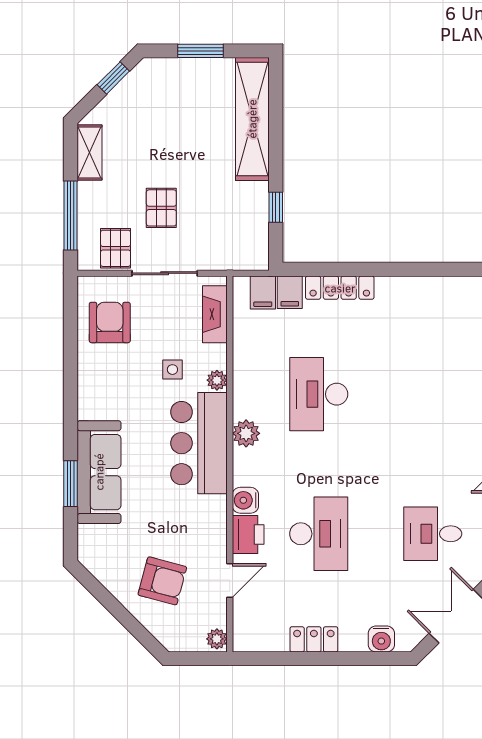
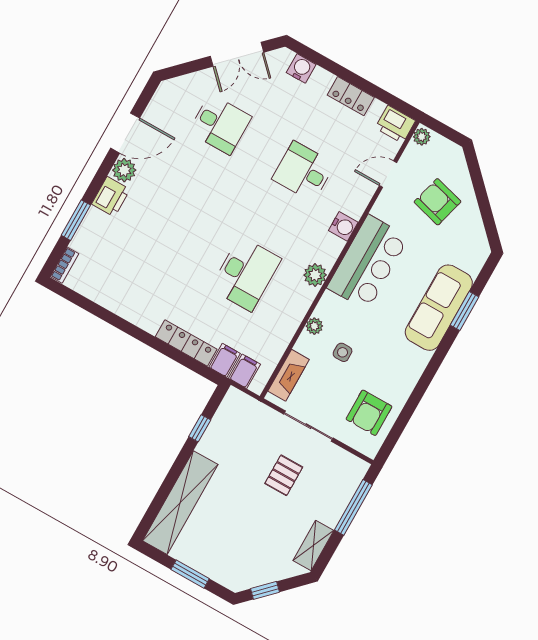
pallet: (116, 248) -> (334, 465), removed
bar counter: (199, 443) -> (368, 262), moved
desk: (319, 534) -> (303, 171), width x0.73
printer: (248, 535) -> (395, 124), moved, turned -90

